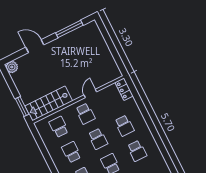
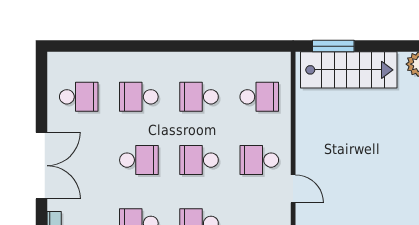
stairs: (49, 103) -> (349, 70), moved, turned 90
school desk: (71, 152) -> (199, 97), turned 180

